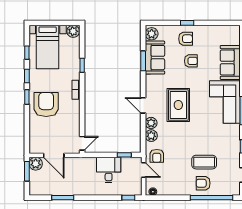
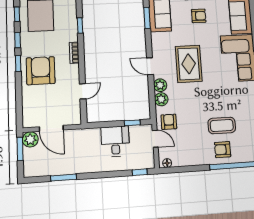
door: (82, 143) -> (83, 91), moved
armchair: (157, 156) -> (169, 122), turned 180

